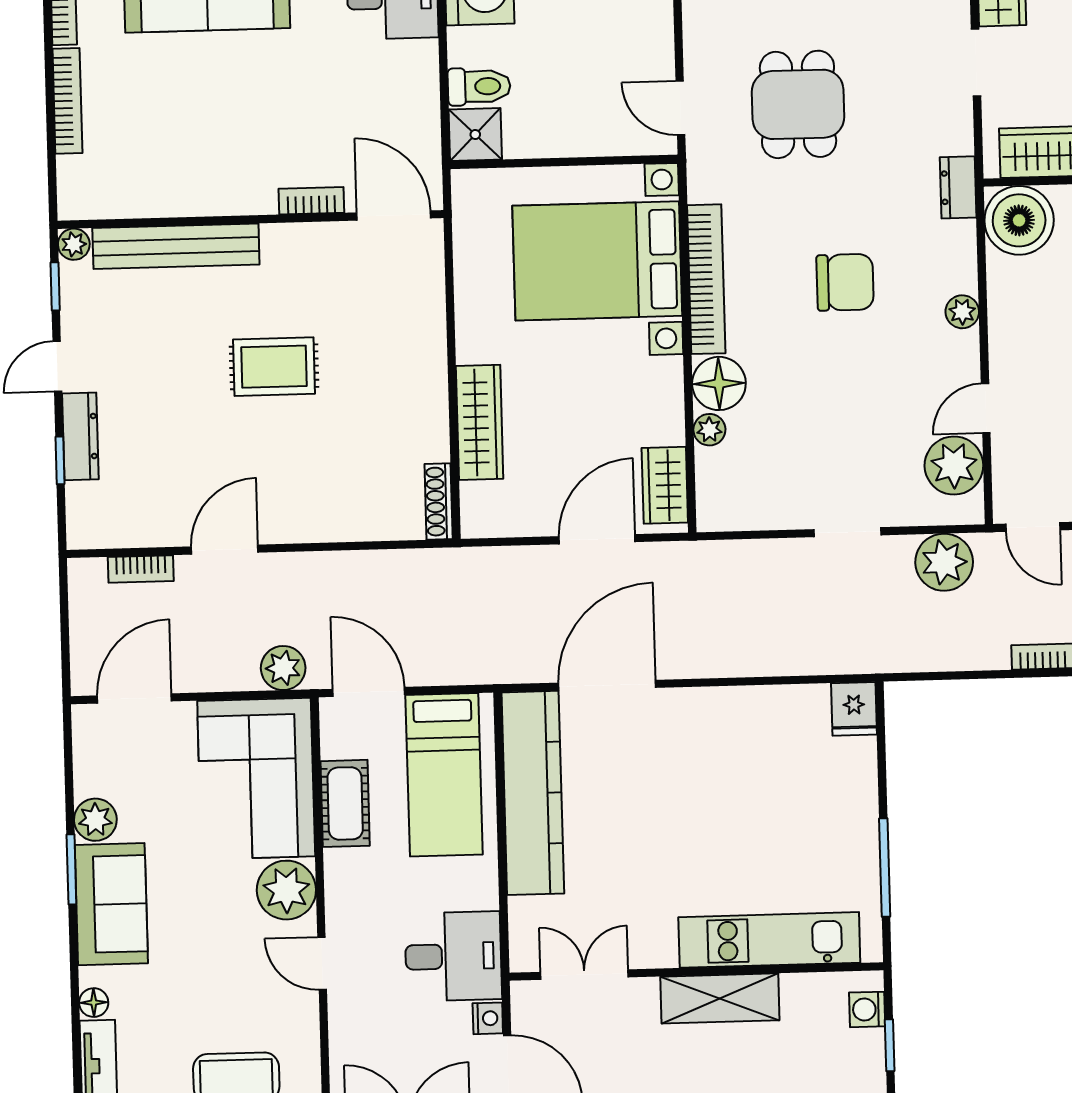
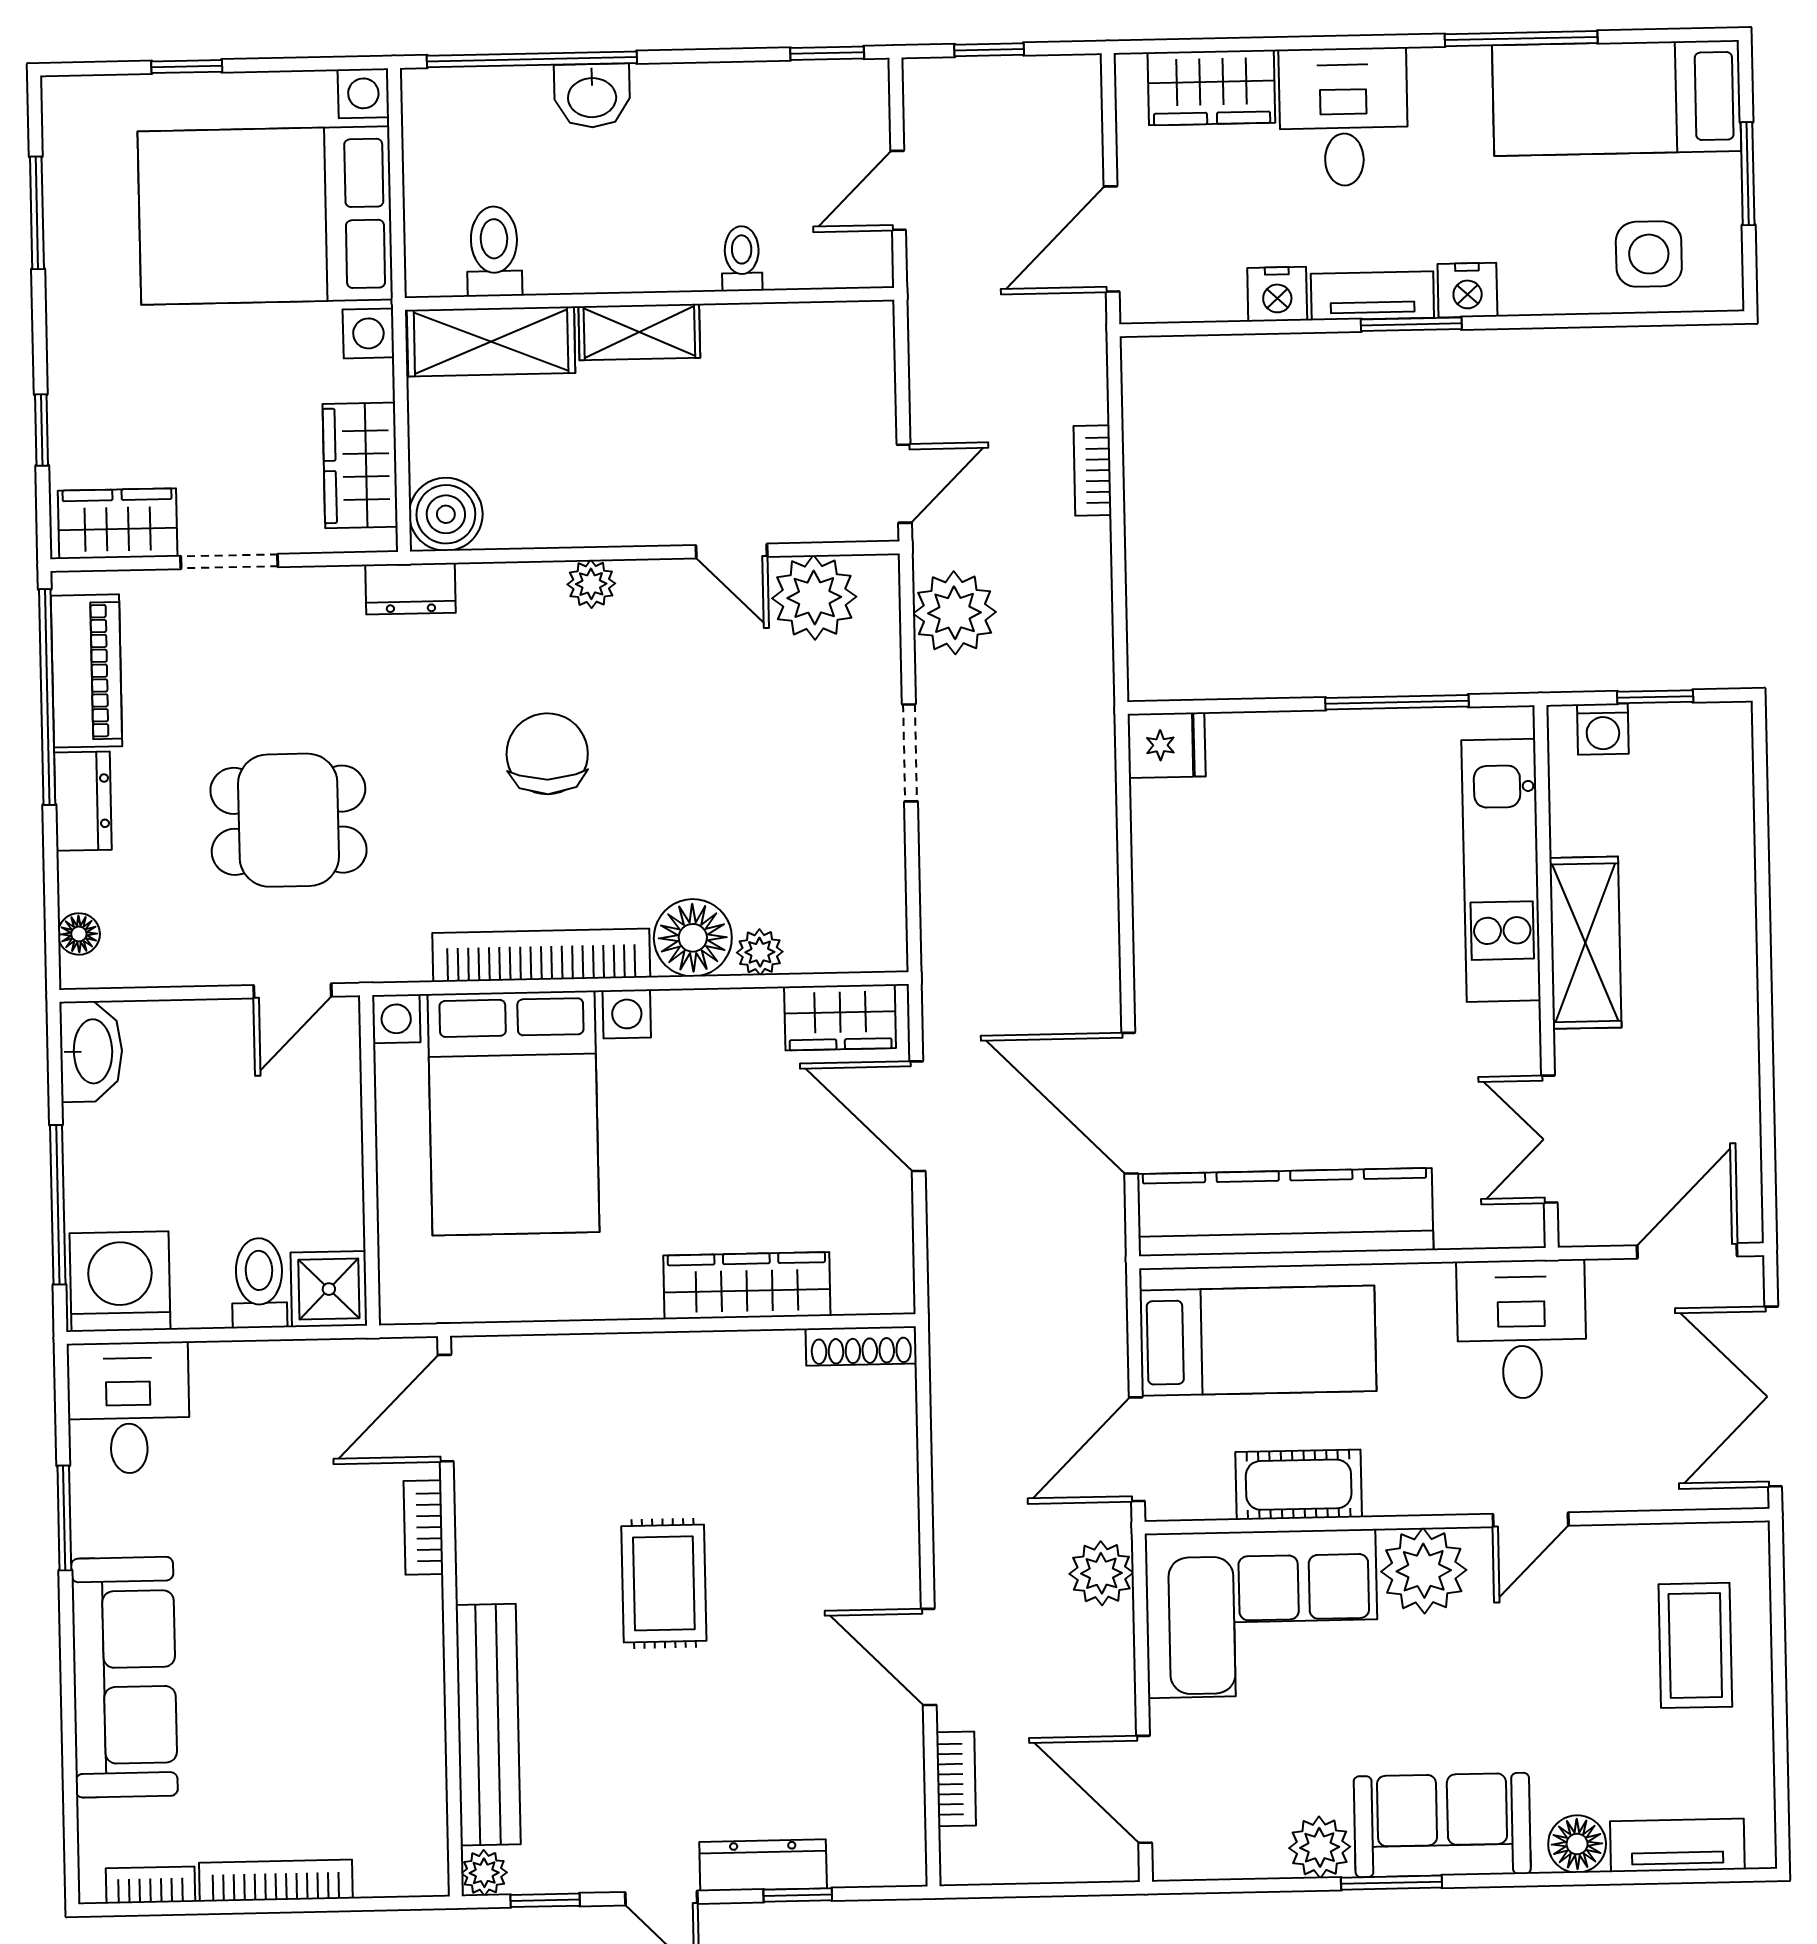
boiler: (1019, 220) -> (446, 514), width x0.73, depth x0.73
floor lamp: (94, 1003) -> (1577, 1844), width x1.37, depth x1.37
nightstand: (488, 1018) -> (1612, 1280), removed

